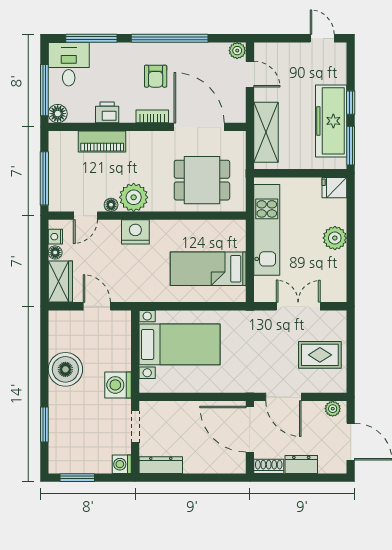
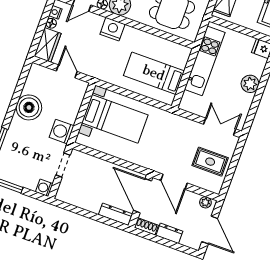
double door: (298, 306) -> (220, 127), moved
dresser: (161, 465) -> (116, 214), moved

